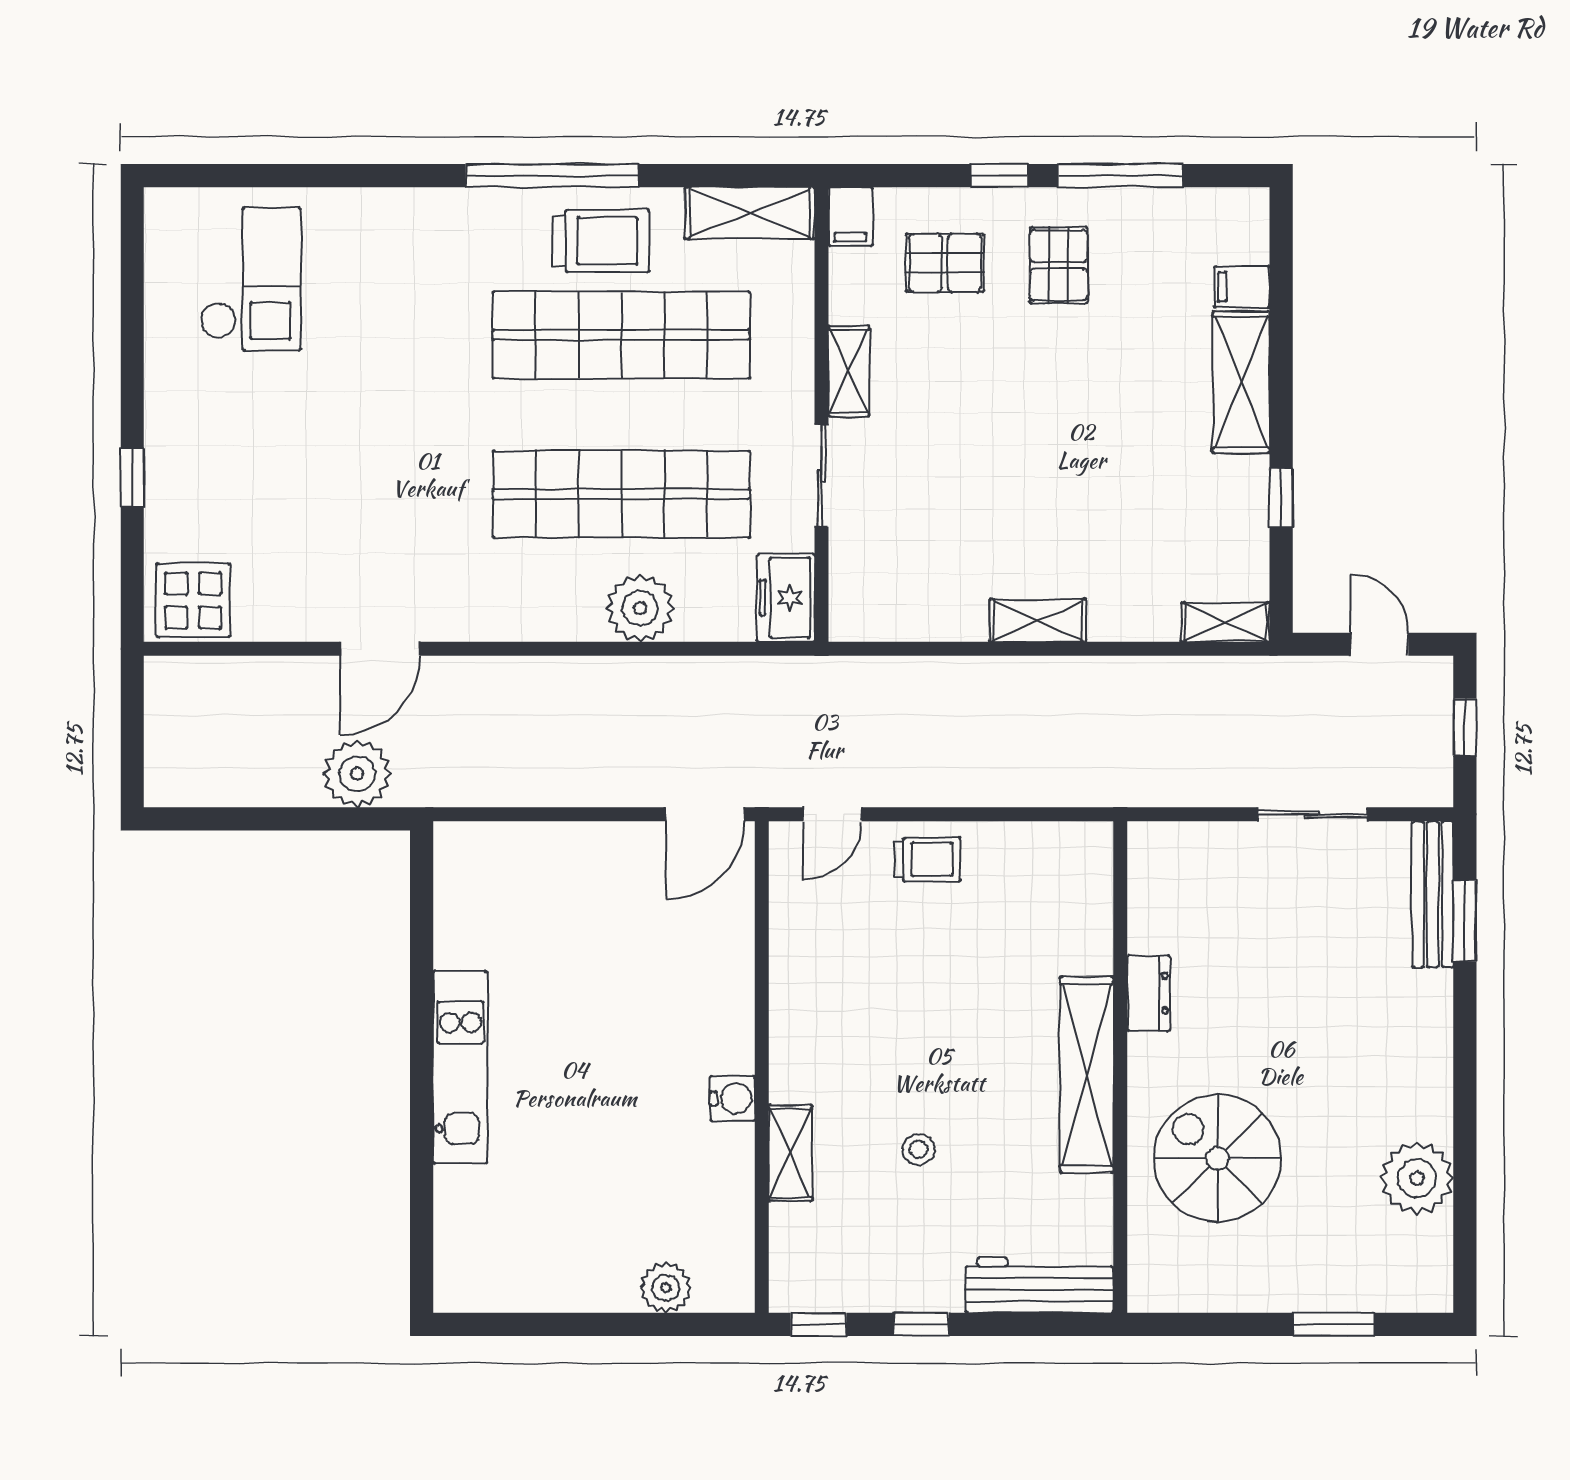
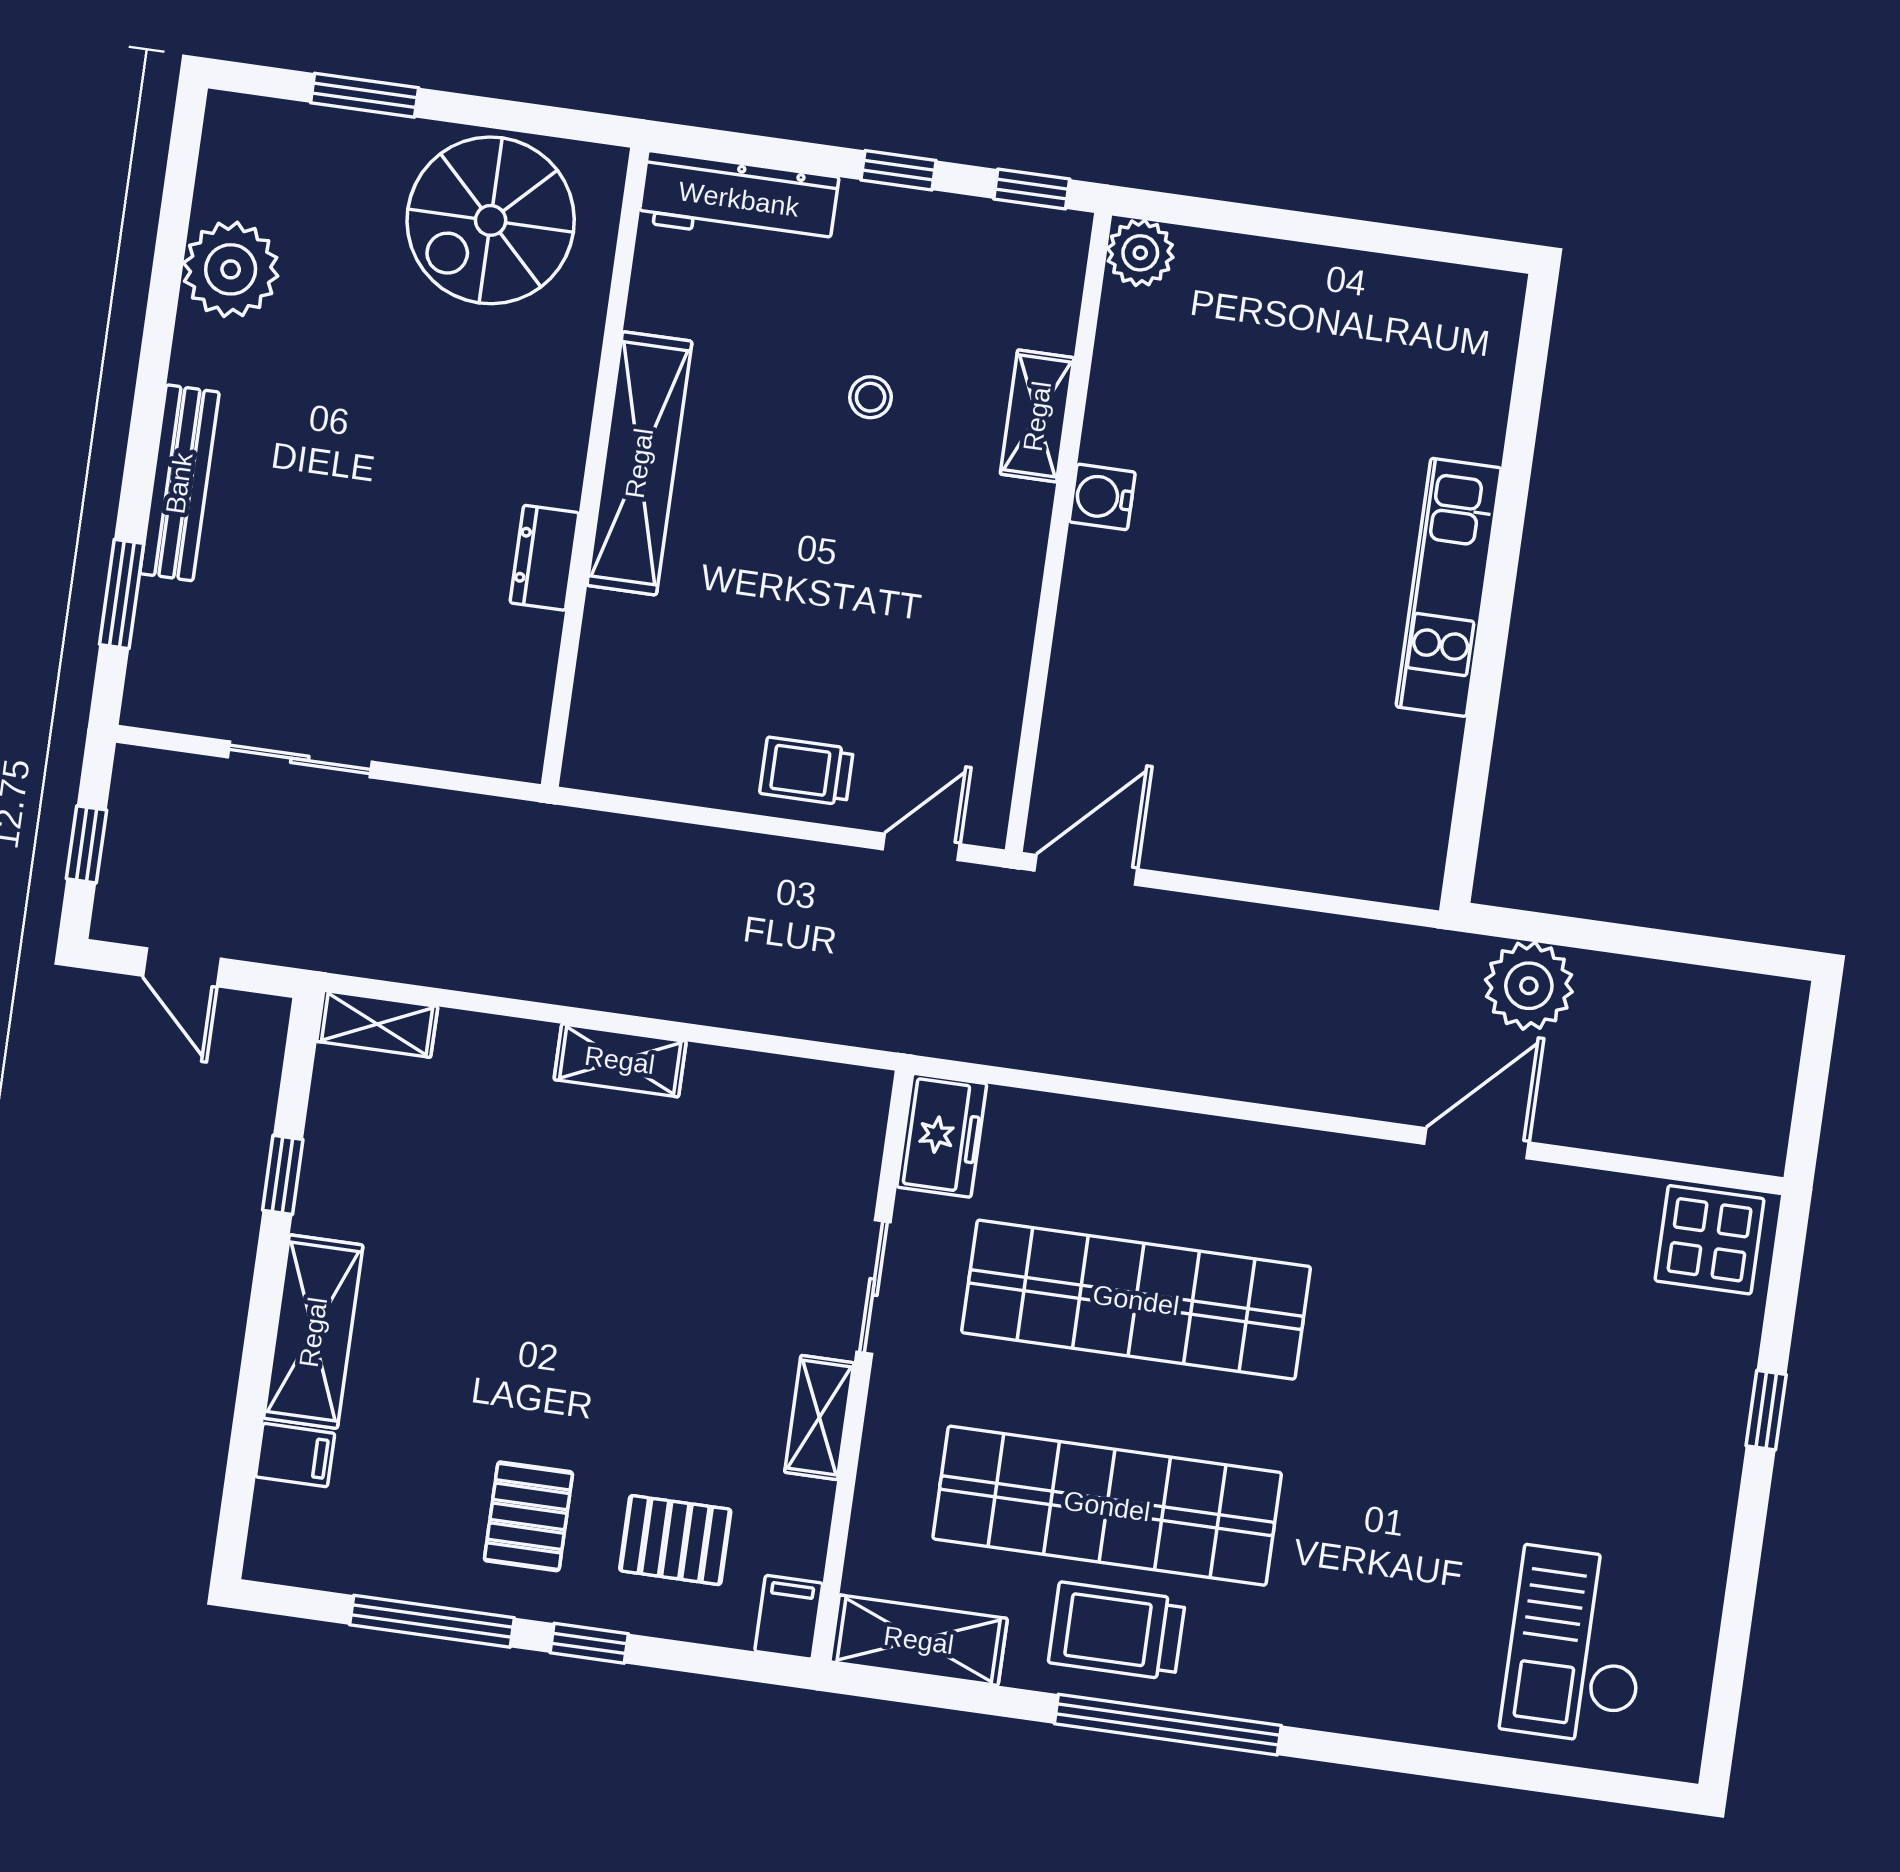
plant: (640, 608) -> (1132, 1148), removed
bench: (1433, 894) -> (179, 483), moved
spiral stairs: (1217, 1158) -> (491, 220), moved, turned 90
plant: (666, 1288) -> (1140, 253), moved

